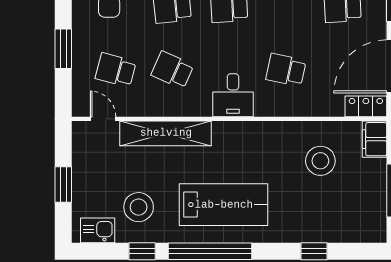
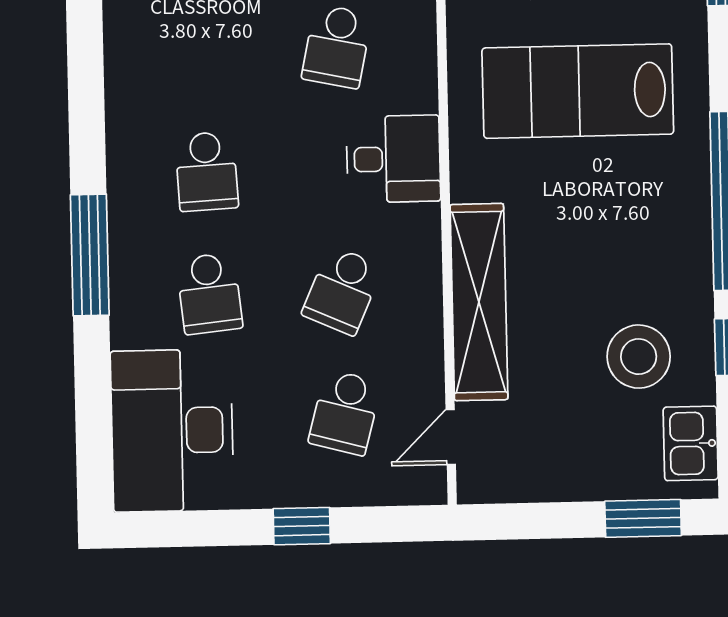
window: (63, 49) -> (302, 526), width x0.67
window: (63, 184) -> (643, 518), moved
lab bench: (224, 205) -> (578, 91), moved, turned -90

